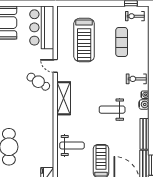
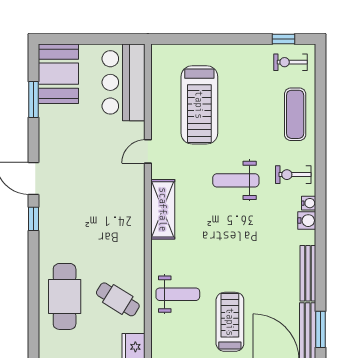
exercise mat: (122, 42) -> (295, 114), moved
door: (55, 66) -> (148, 151), hinge flipped
cafe table: (38, 82) -> (118, 299), moved
weight bench: (112, 110) -> (236, 180), moved

